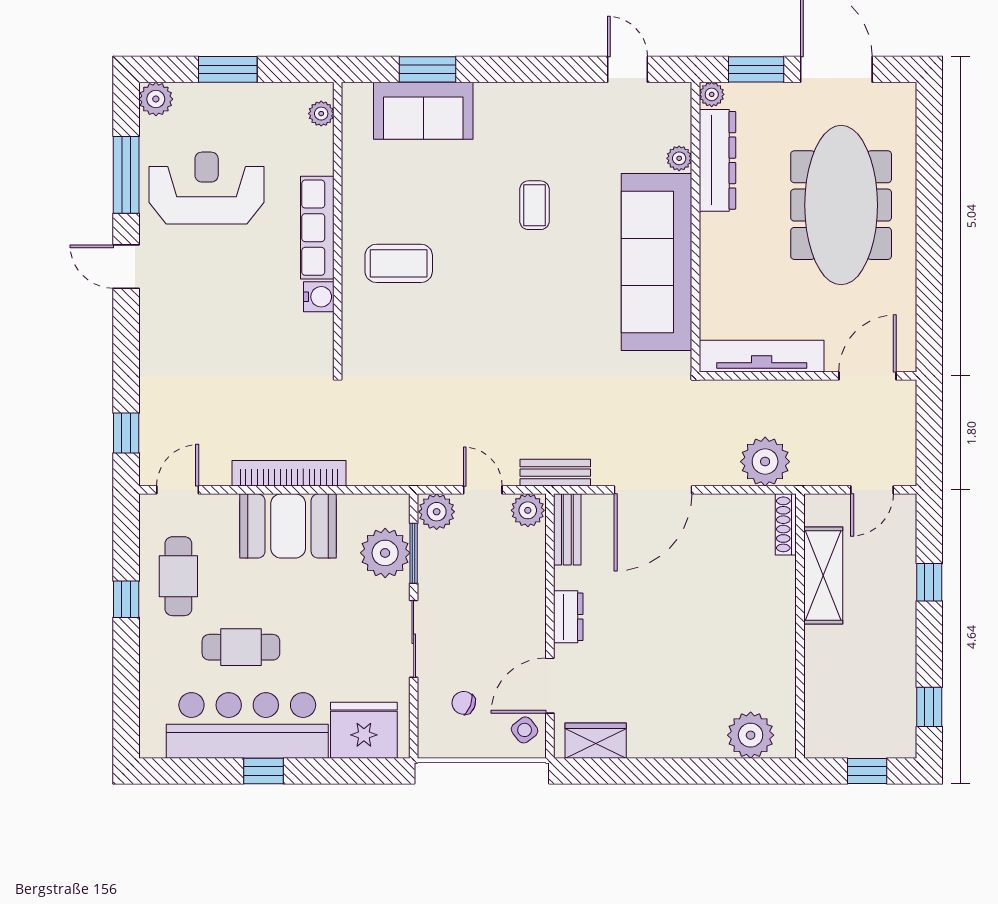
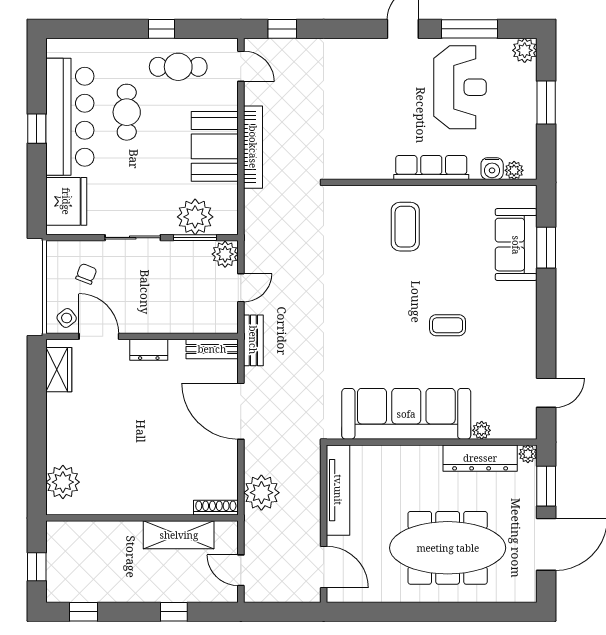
water cooler: (319, 297) -> (492, 169), moved
plant: (528, 510) -> (226, 320), removed

